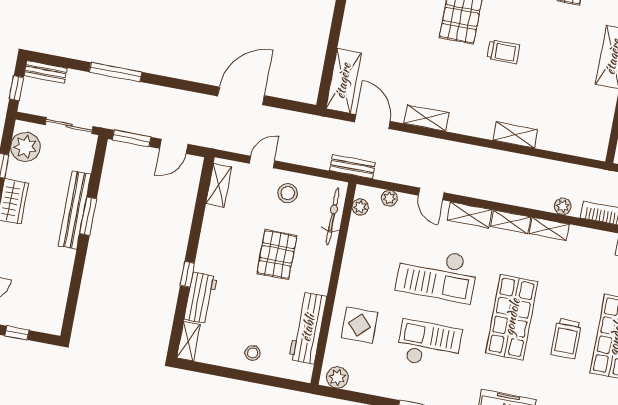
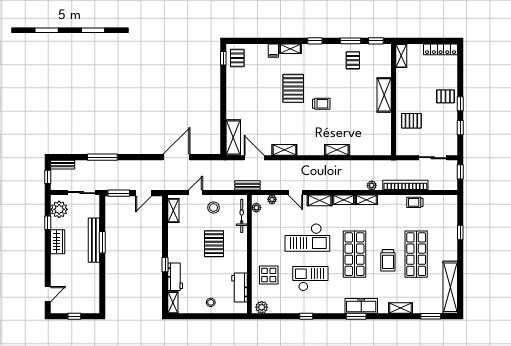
workbench: (308, 328) -> (239, 288), width x0.73

